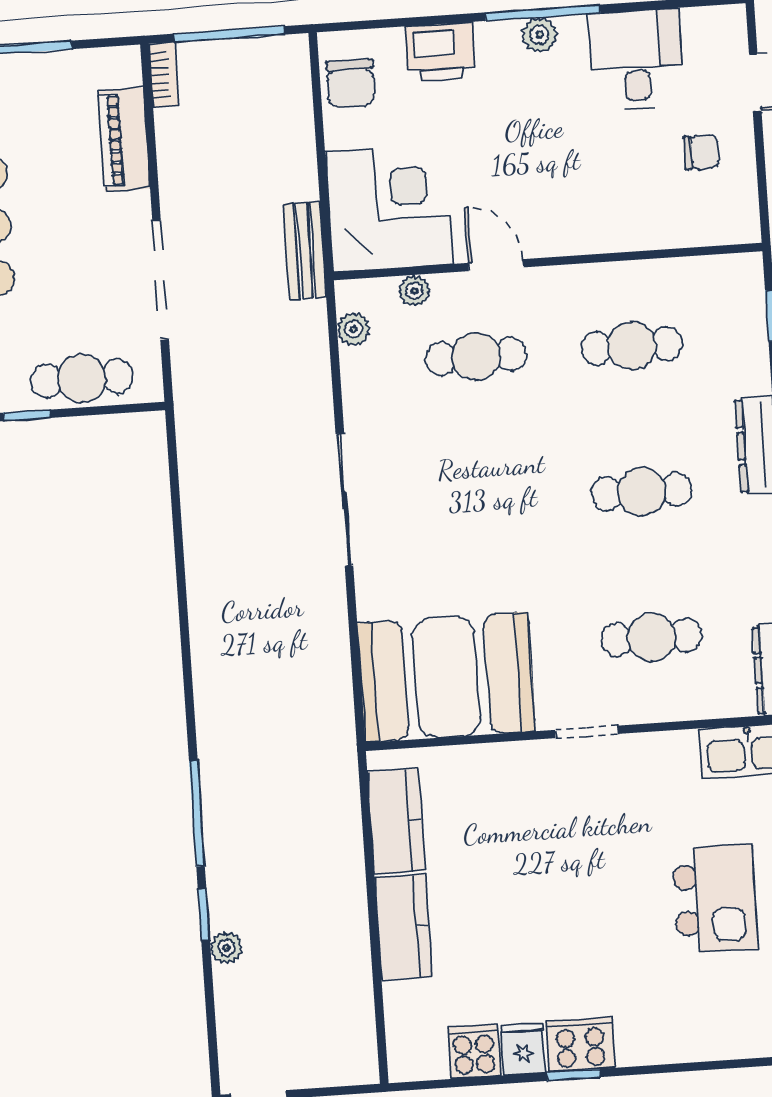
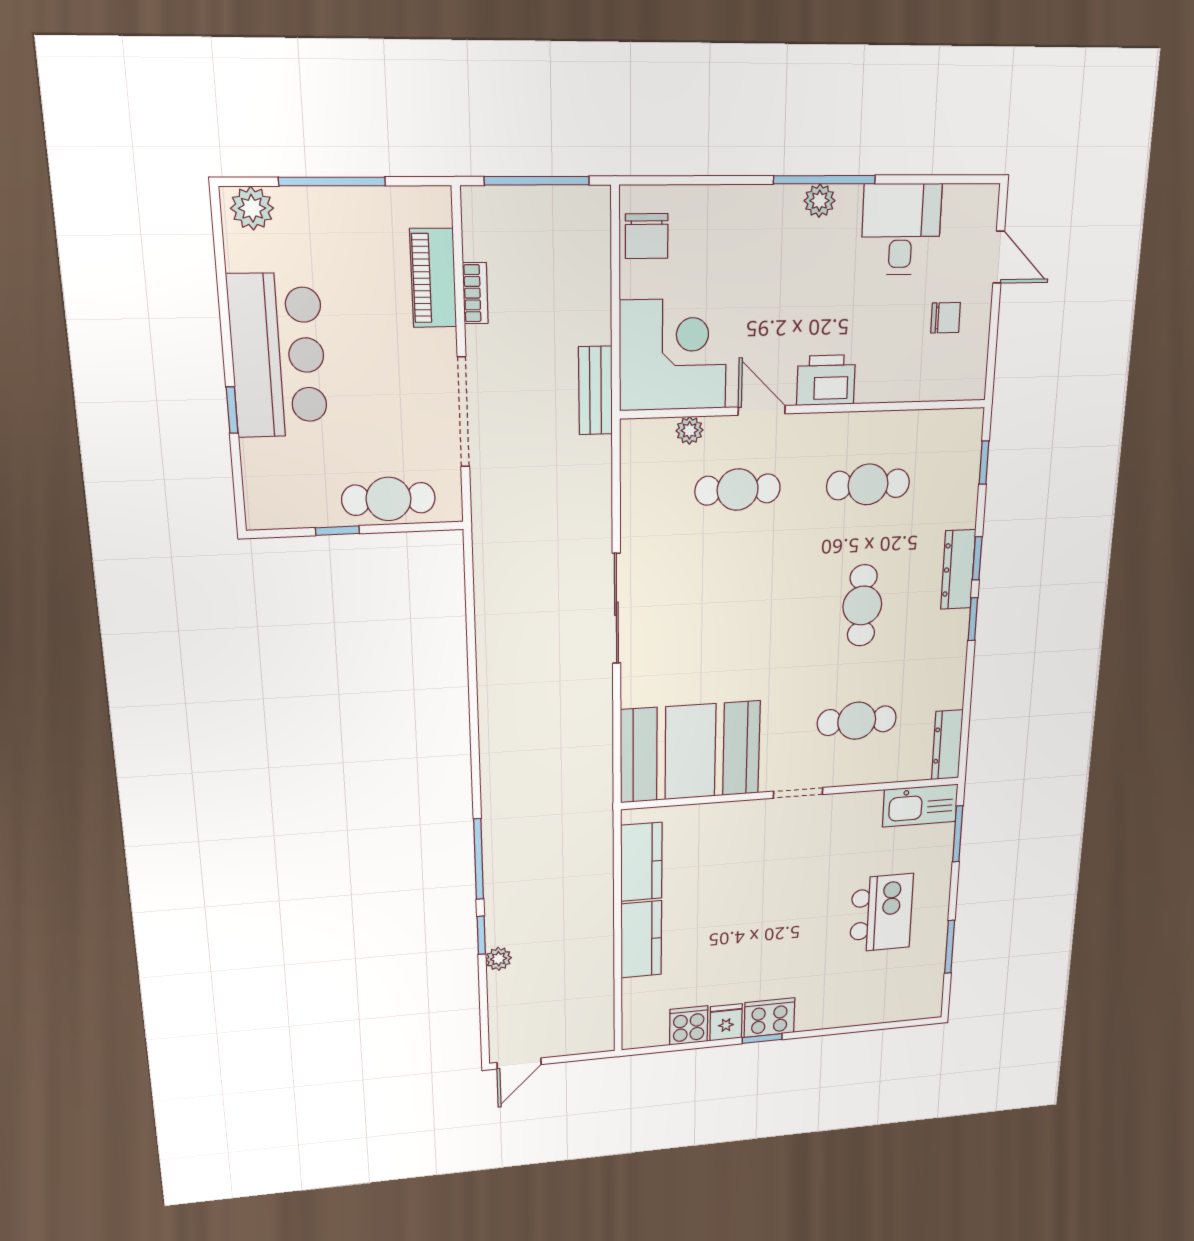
printer: (440, 52) -> (826, 380), moved, turned 180
bookcase: (164, 75) -> (475, 293), moved
plant: (354, 329) -> (634, 463), removed
cafe table: (642, 492) -> (862, 605), turned 90

